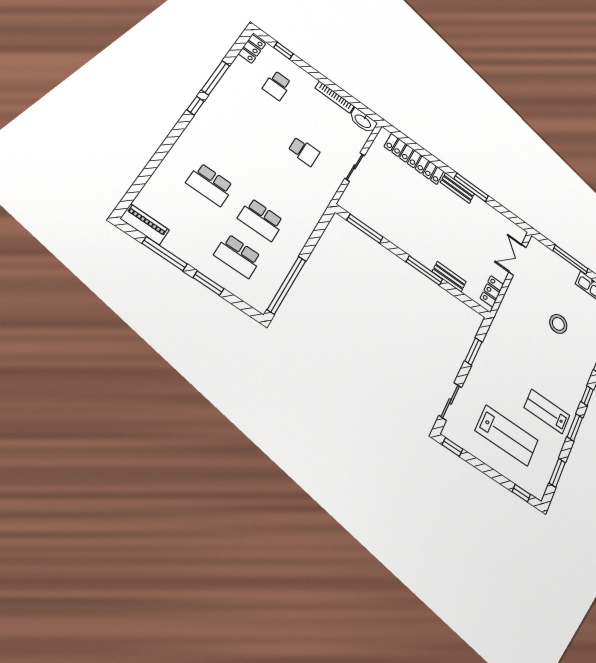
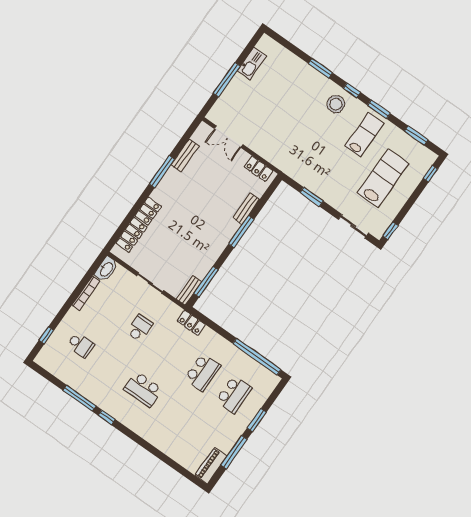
locker: (252, 49) -> (191, 323), moved, turned 180
school desk: (210, 184) -> (143, 389), moved, turned 90
bench: (457, 188) -> (185, 155), moved
bench: (353, 209) -> (189, 290), added
stool: (558, 324) -> (336, 104), moved
lab bench: (547, 412) -> (364, 135), turned 180

